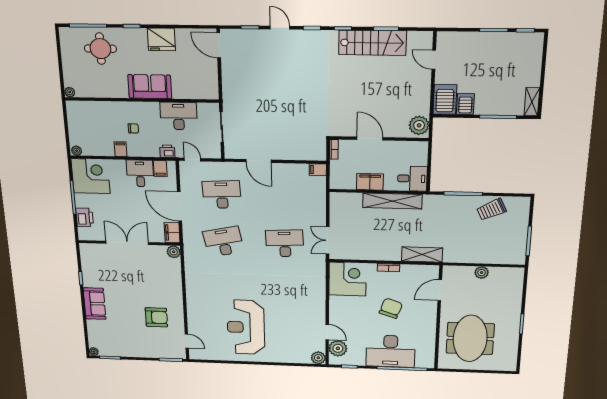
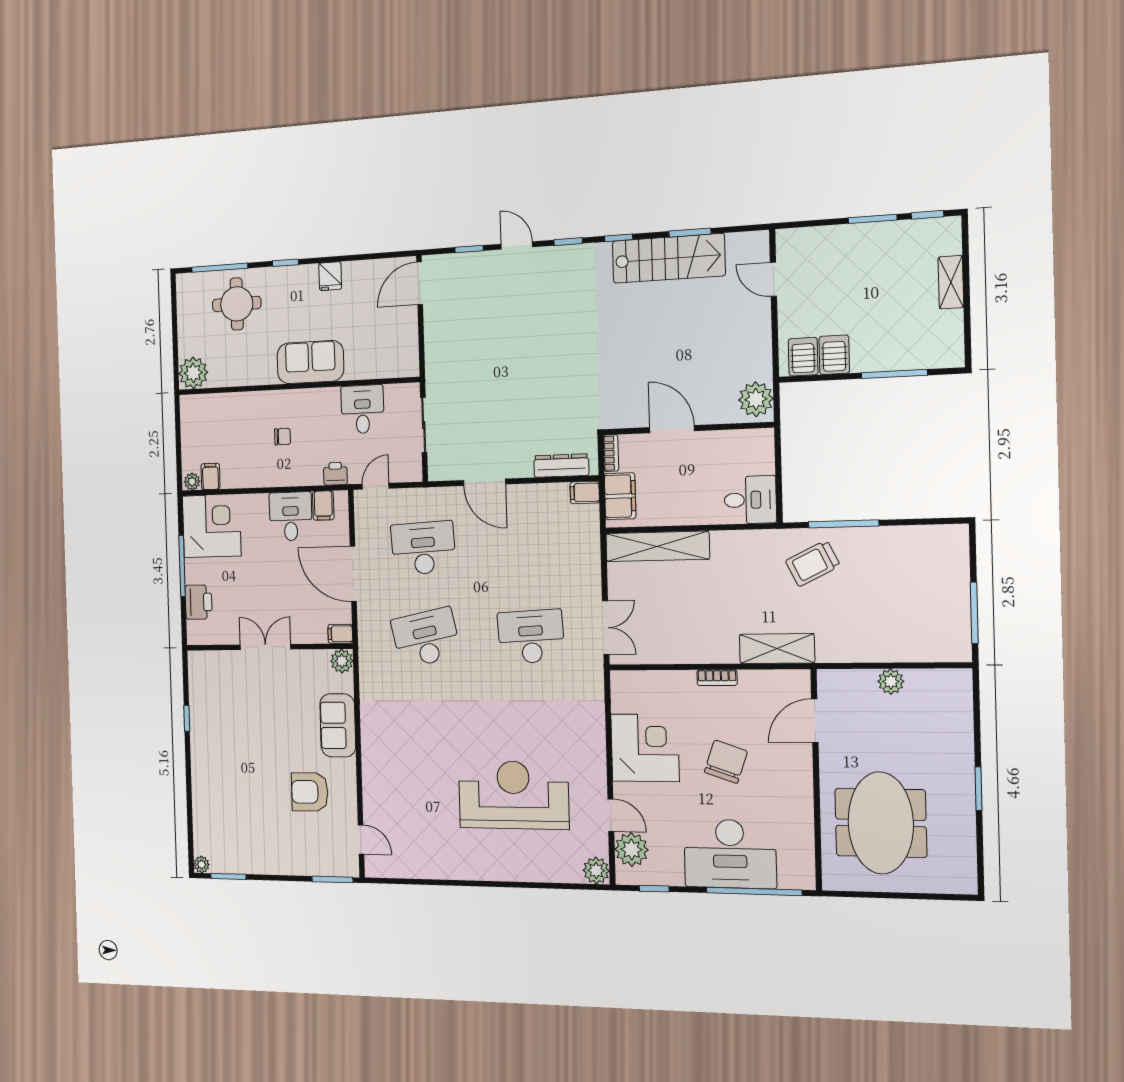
fridge: (161, 39) -> (330, 276), width x0.53, depth x0.75
door: (219, 45) -> (420, 283), hinge flipped
plant: (70, 92) -> (193, 373), width x1.87, depth x1.87
server rack: (445, 99) -> (803, 357), width x0.73, depth x0.70
shelving: (532, 102) -> (951, 282), moved
desk: (179, 116) -> (362, 409), width x0.73
filing cabinet: (121, 149) -> (211, 476), moved
dresser: (304, 154) -> (561, 466), added
door: (192, 160) -> (376, 486), hinge flipped
filing cabinet: (370, 182) -> (620, 496), moved, turned 90
shelving: (392, 201) -> (657, 546), moved
trolley: (492, 209) -> (813, 563), moved
filing cabinet: (172, 233) -> (340, 634), width x0.50
double door: (328, 240) -> (606, 628), swing flipped
double door: (127, 243) -> (265, 647), width x0.73
corner desk: (347, 279) -> (645, 748), moved
sofa: (95, 304) -> (338, 725), moved, turned 180
armchair: (156, 317) -> (310, 792), turned 180
reception desk: (246, 327) -> (513, 795), moved, turned 90

